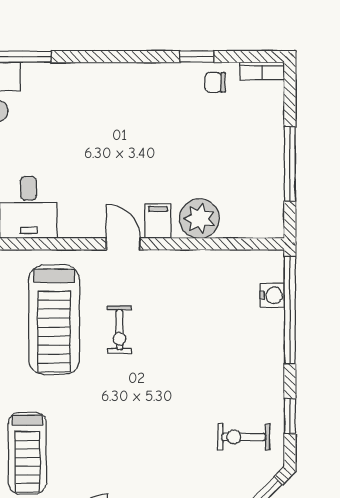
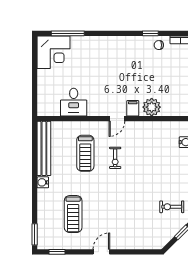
door: (123, 244) -> (117, 119), swing flipped
treadmill: (54, 320) -> (85, 153), width x0.73, depth x0.73

